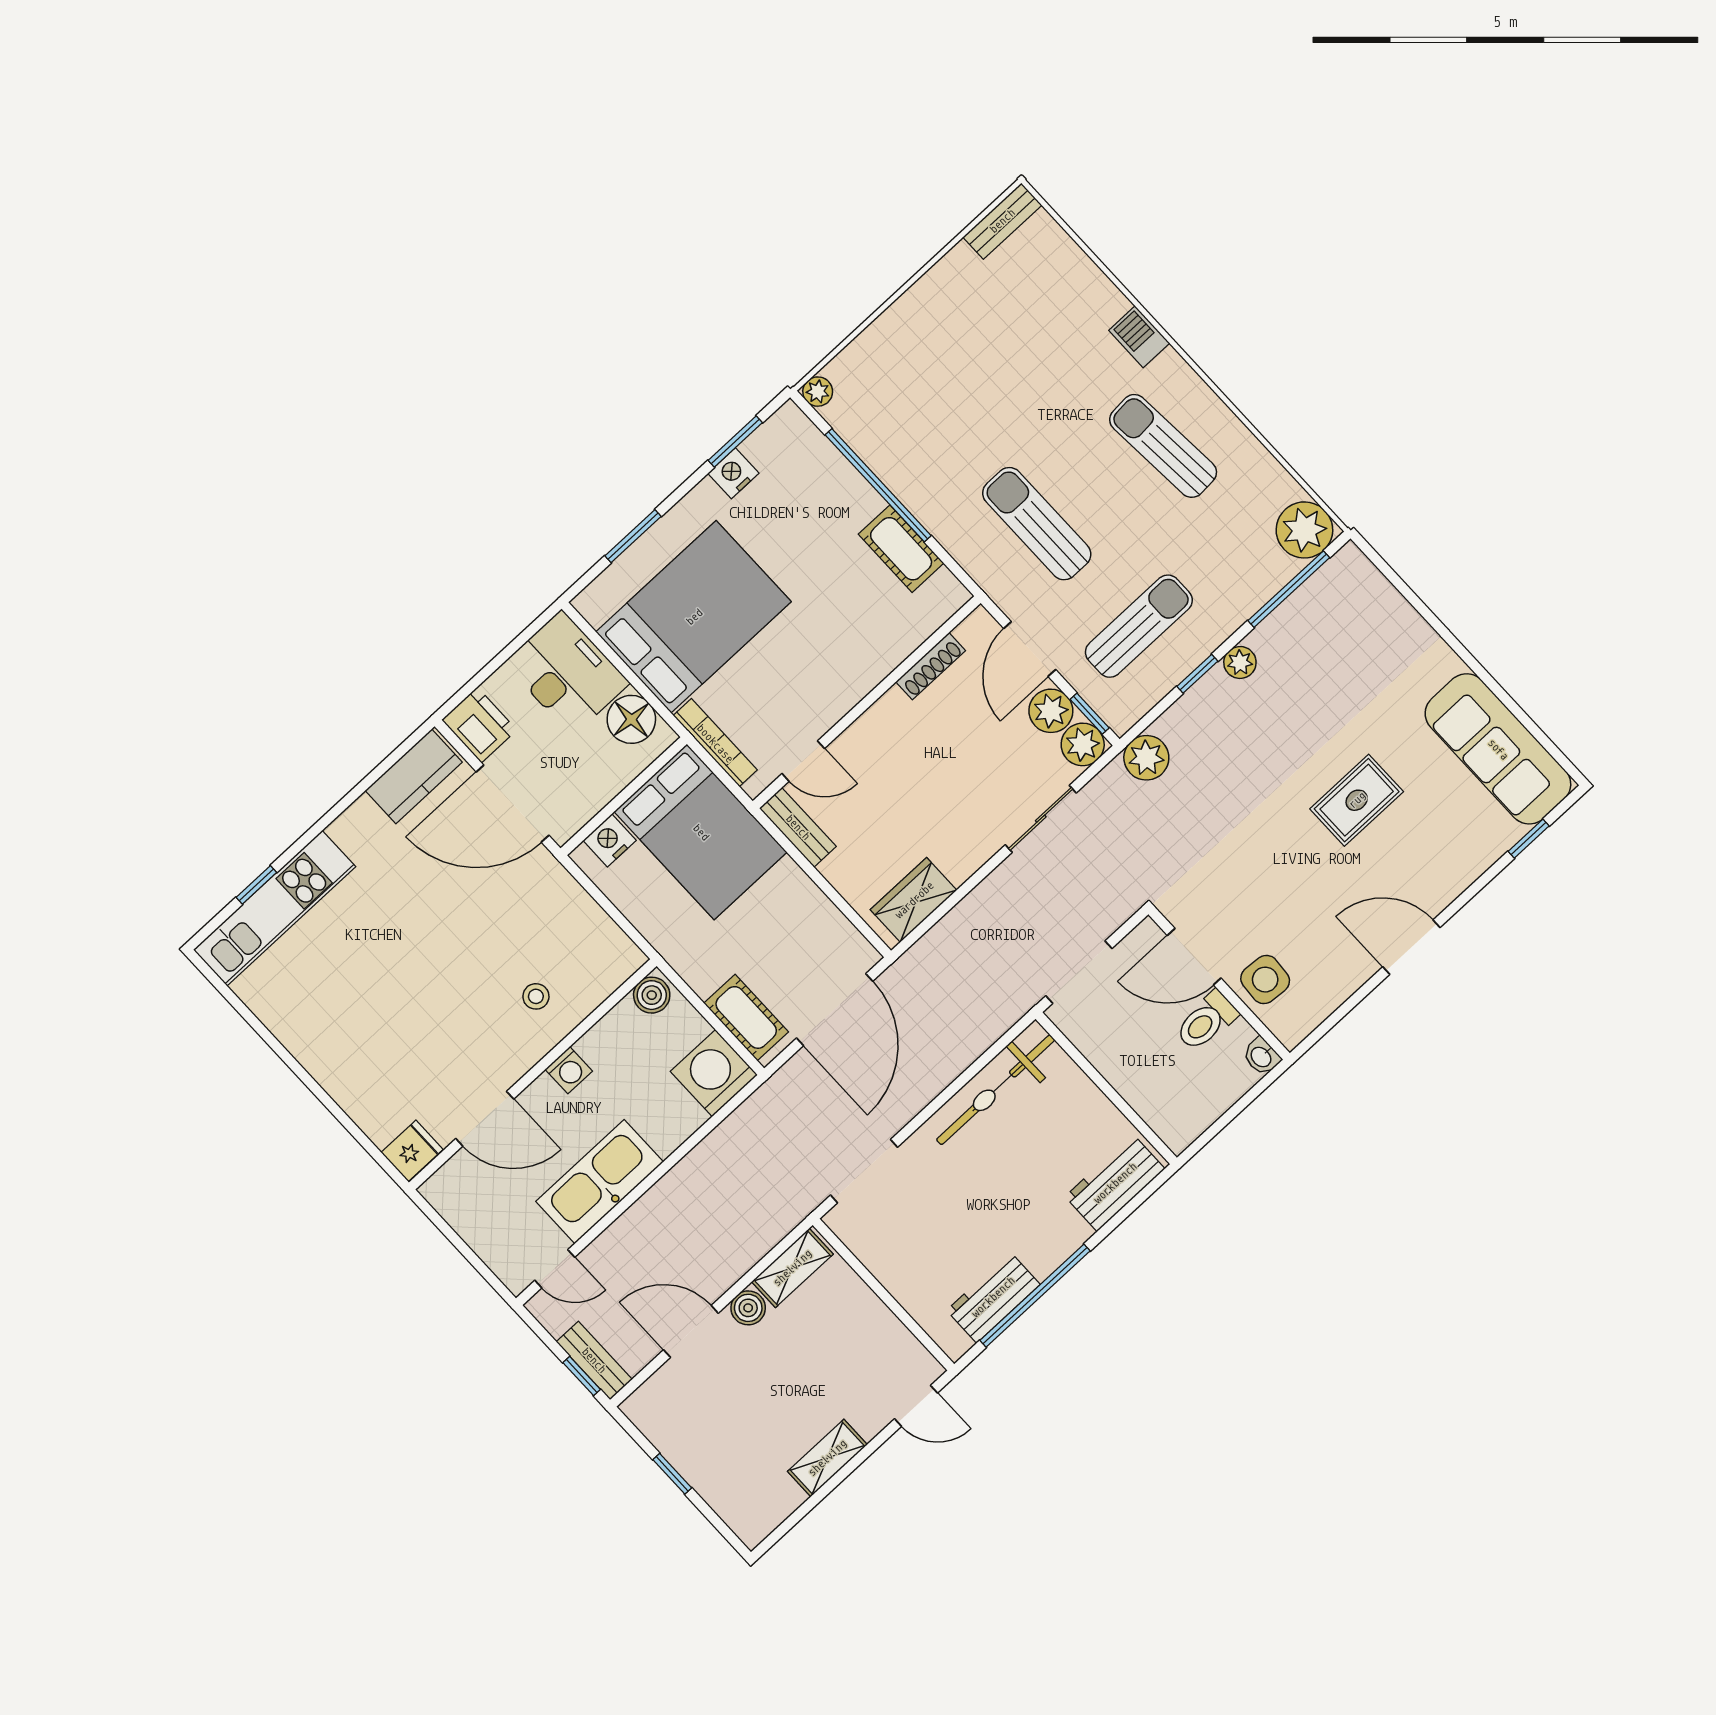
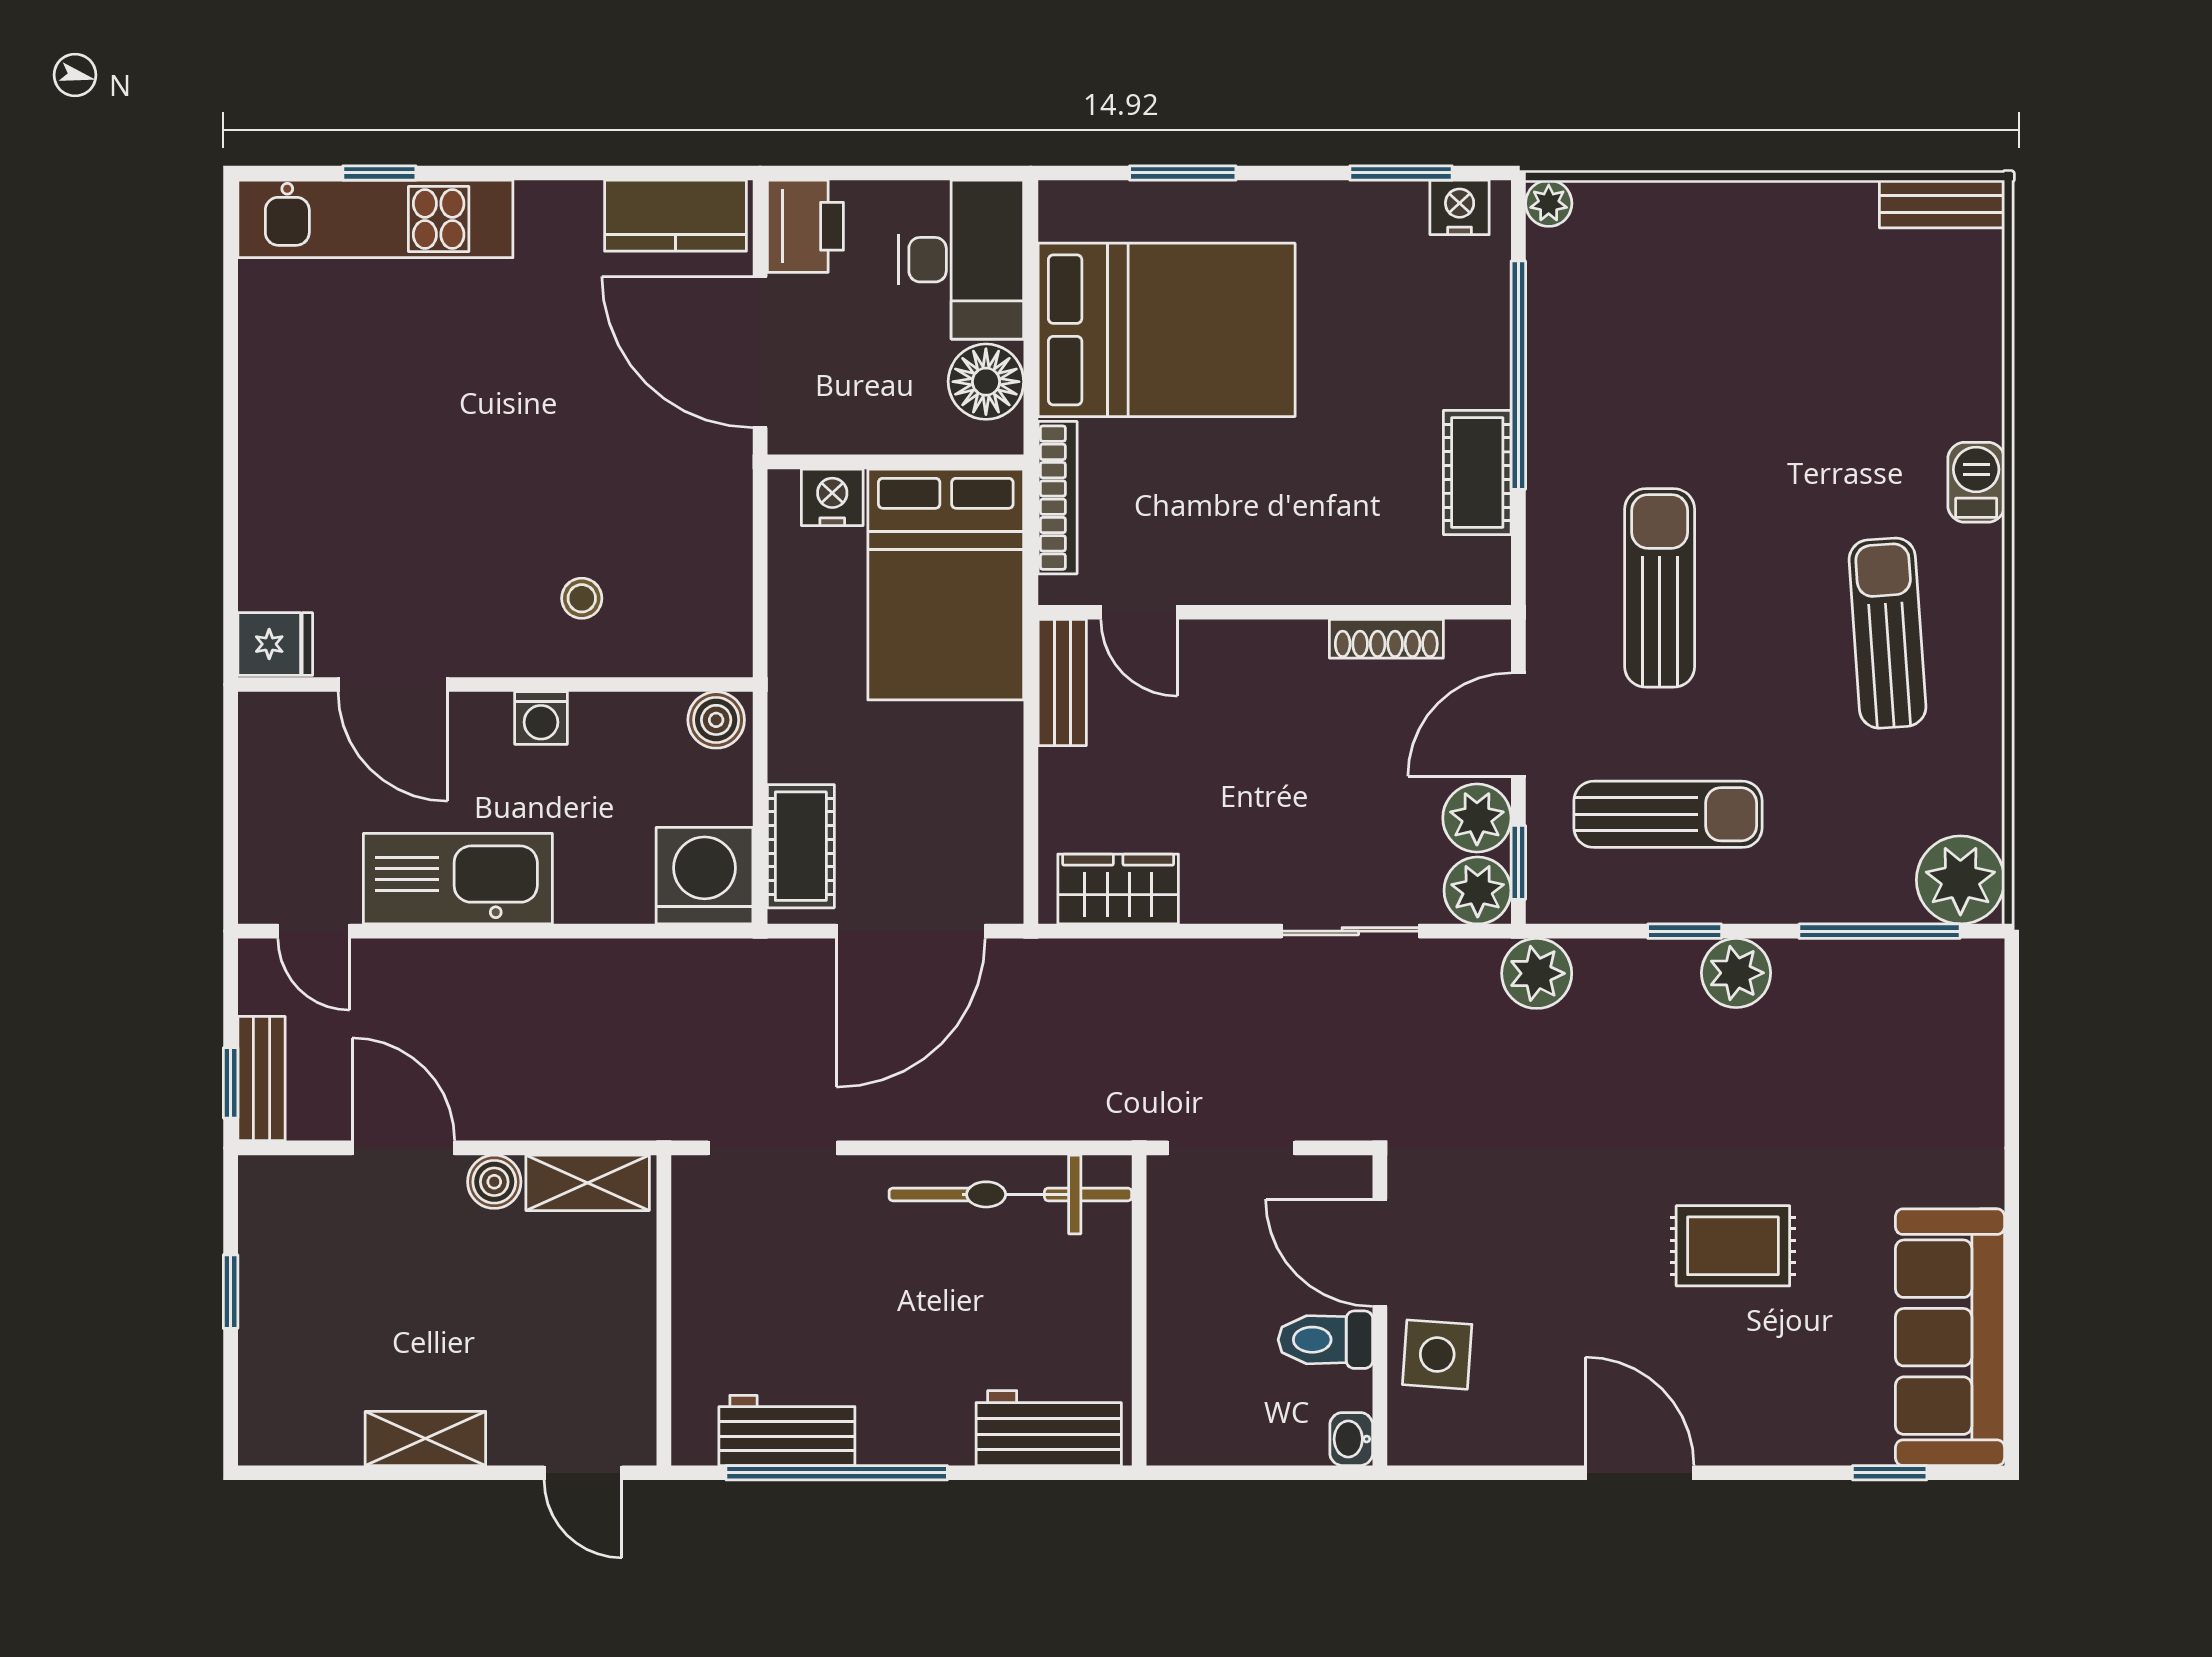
nightstand: (733, 473) -> (1460, 207), moved
plant: (1240, 662) -> (1736, 973), width x1.38, depth x1.38

